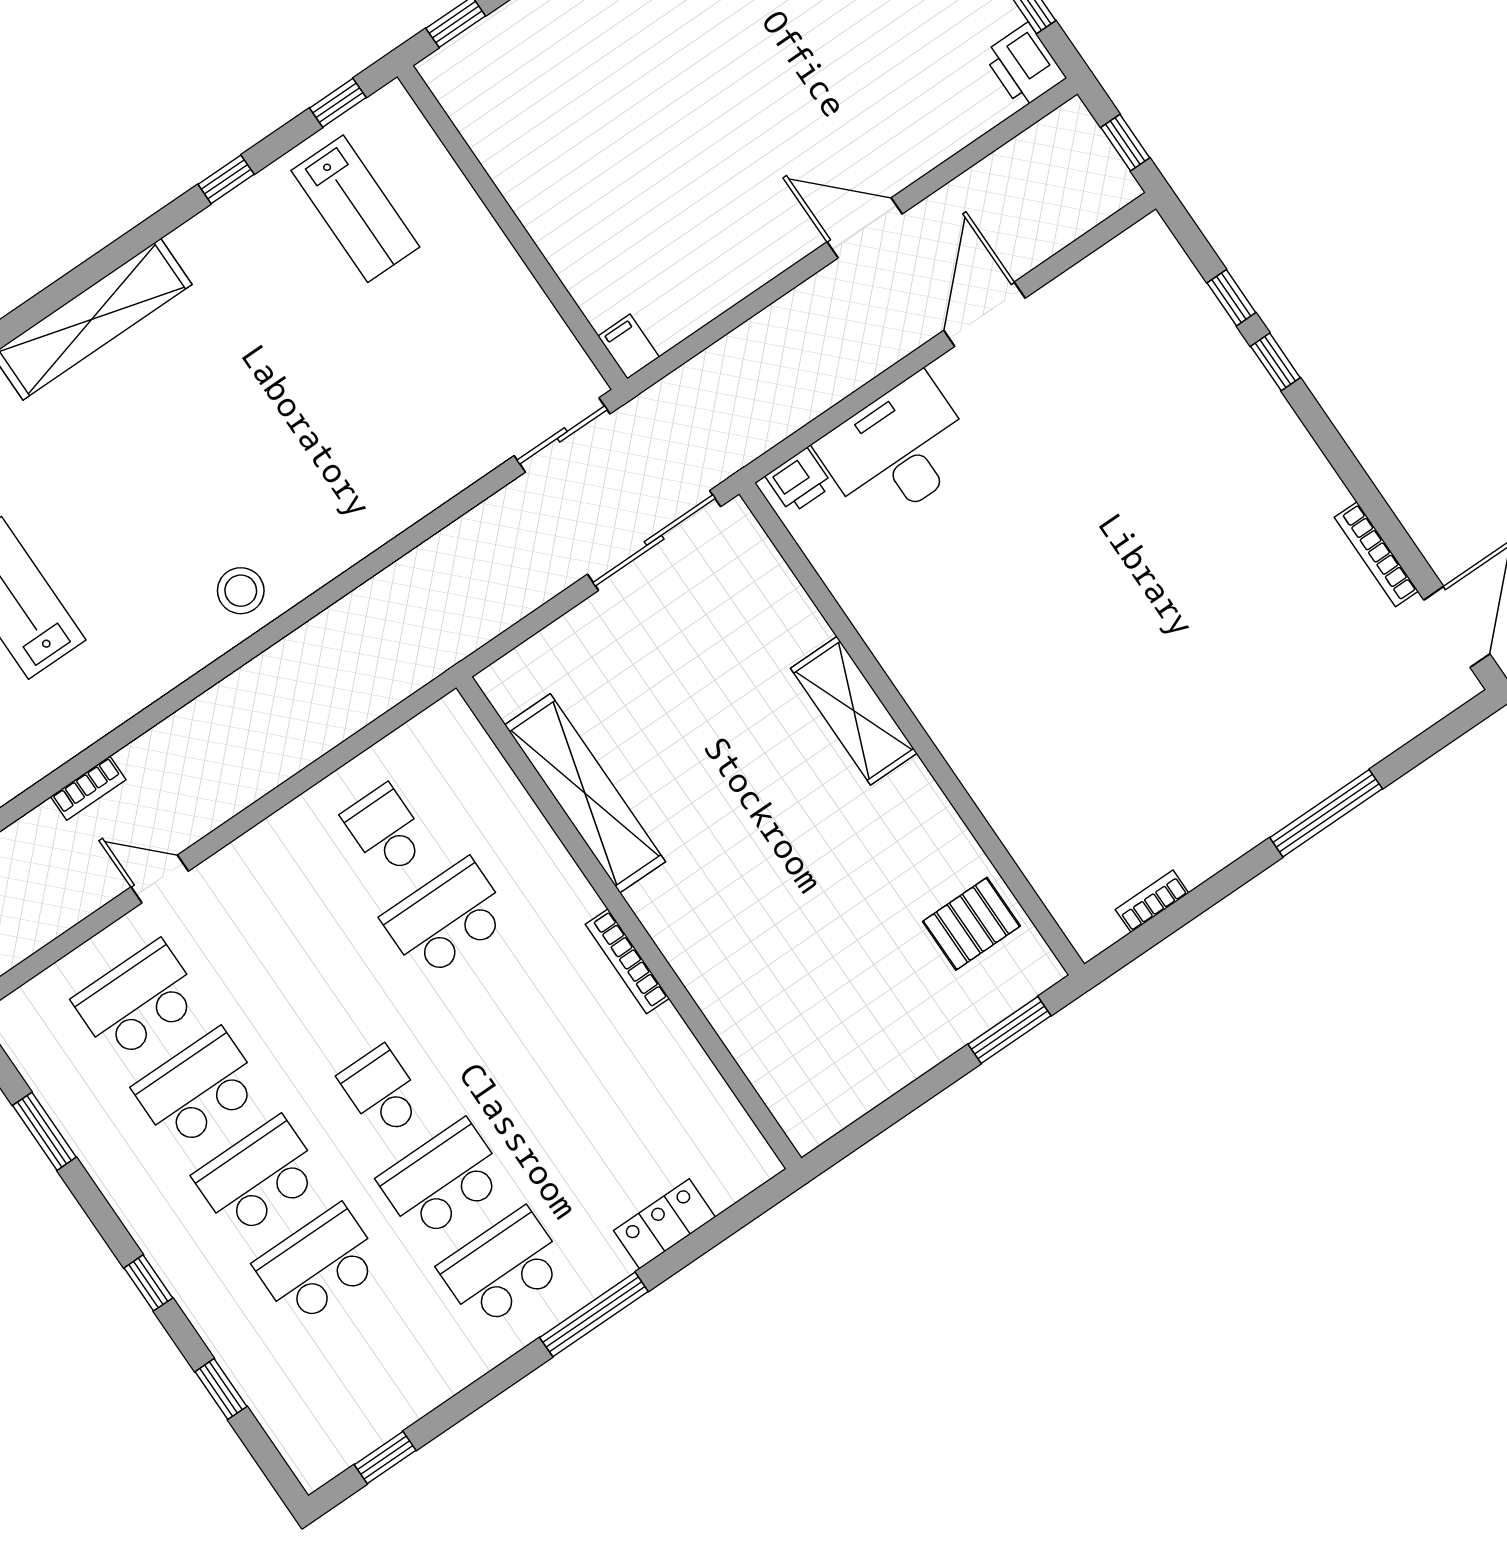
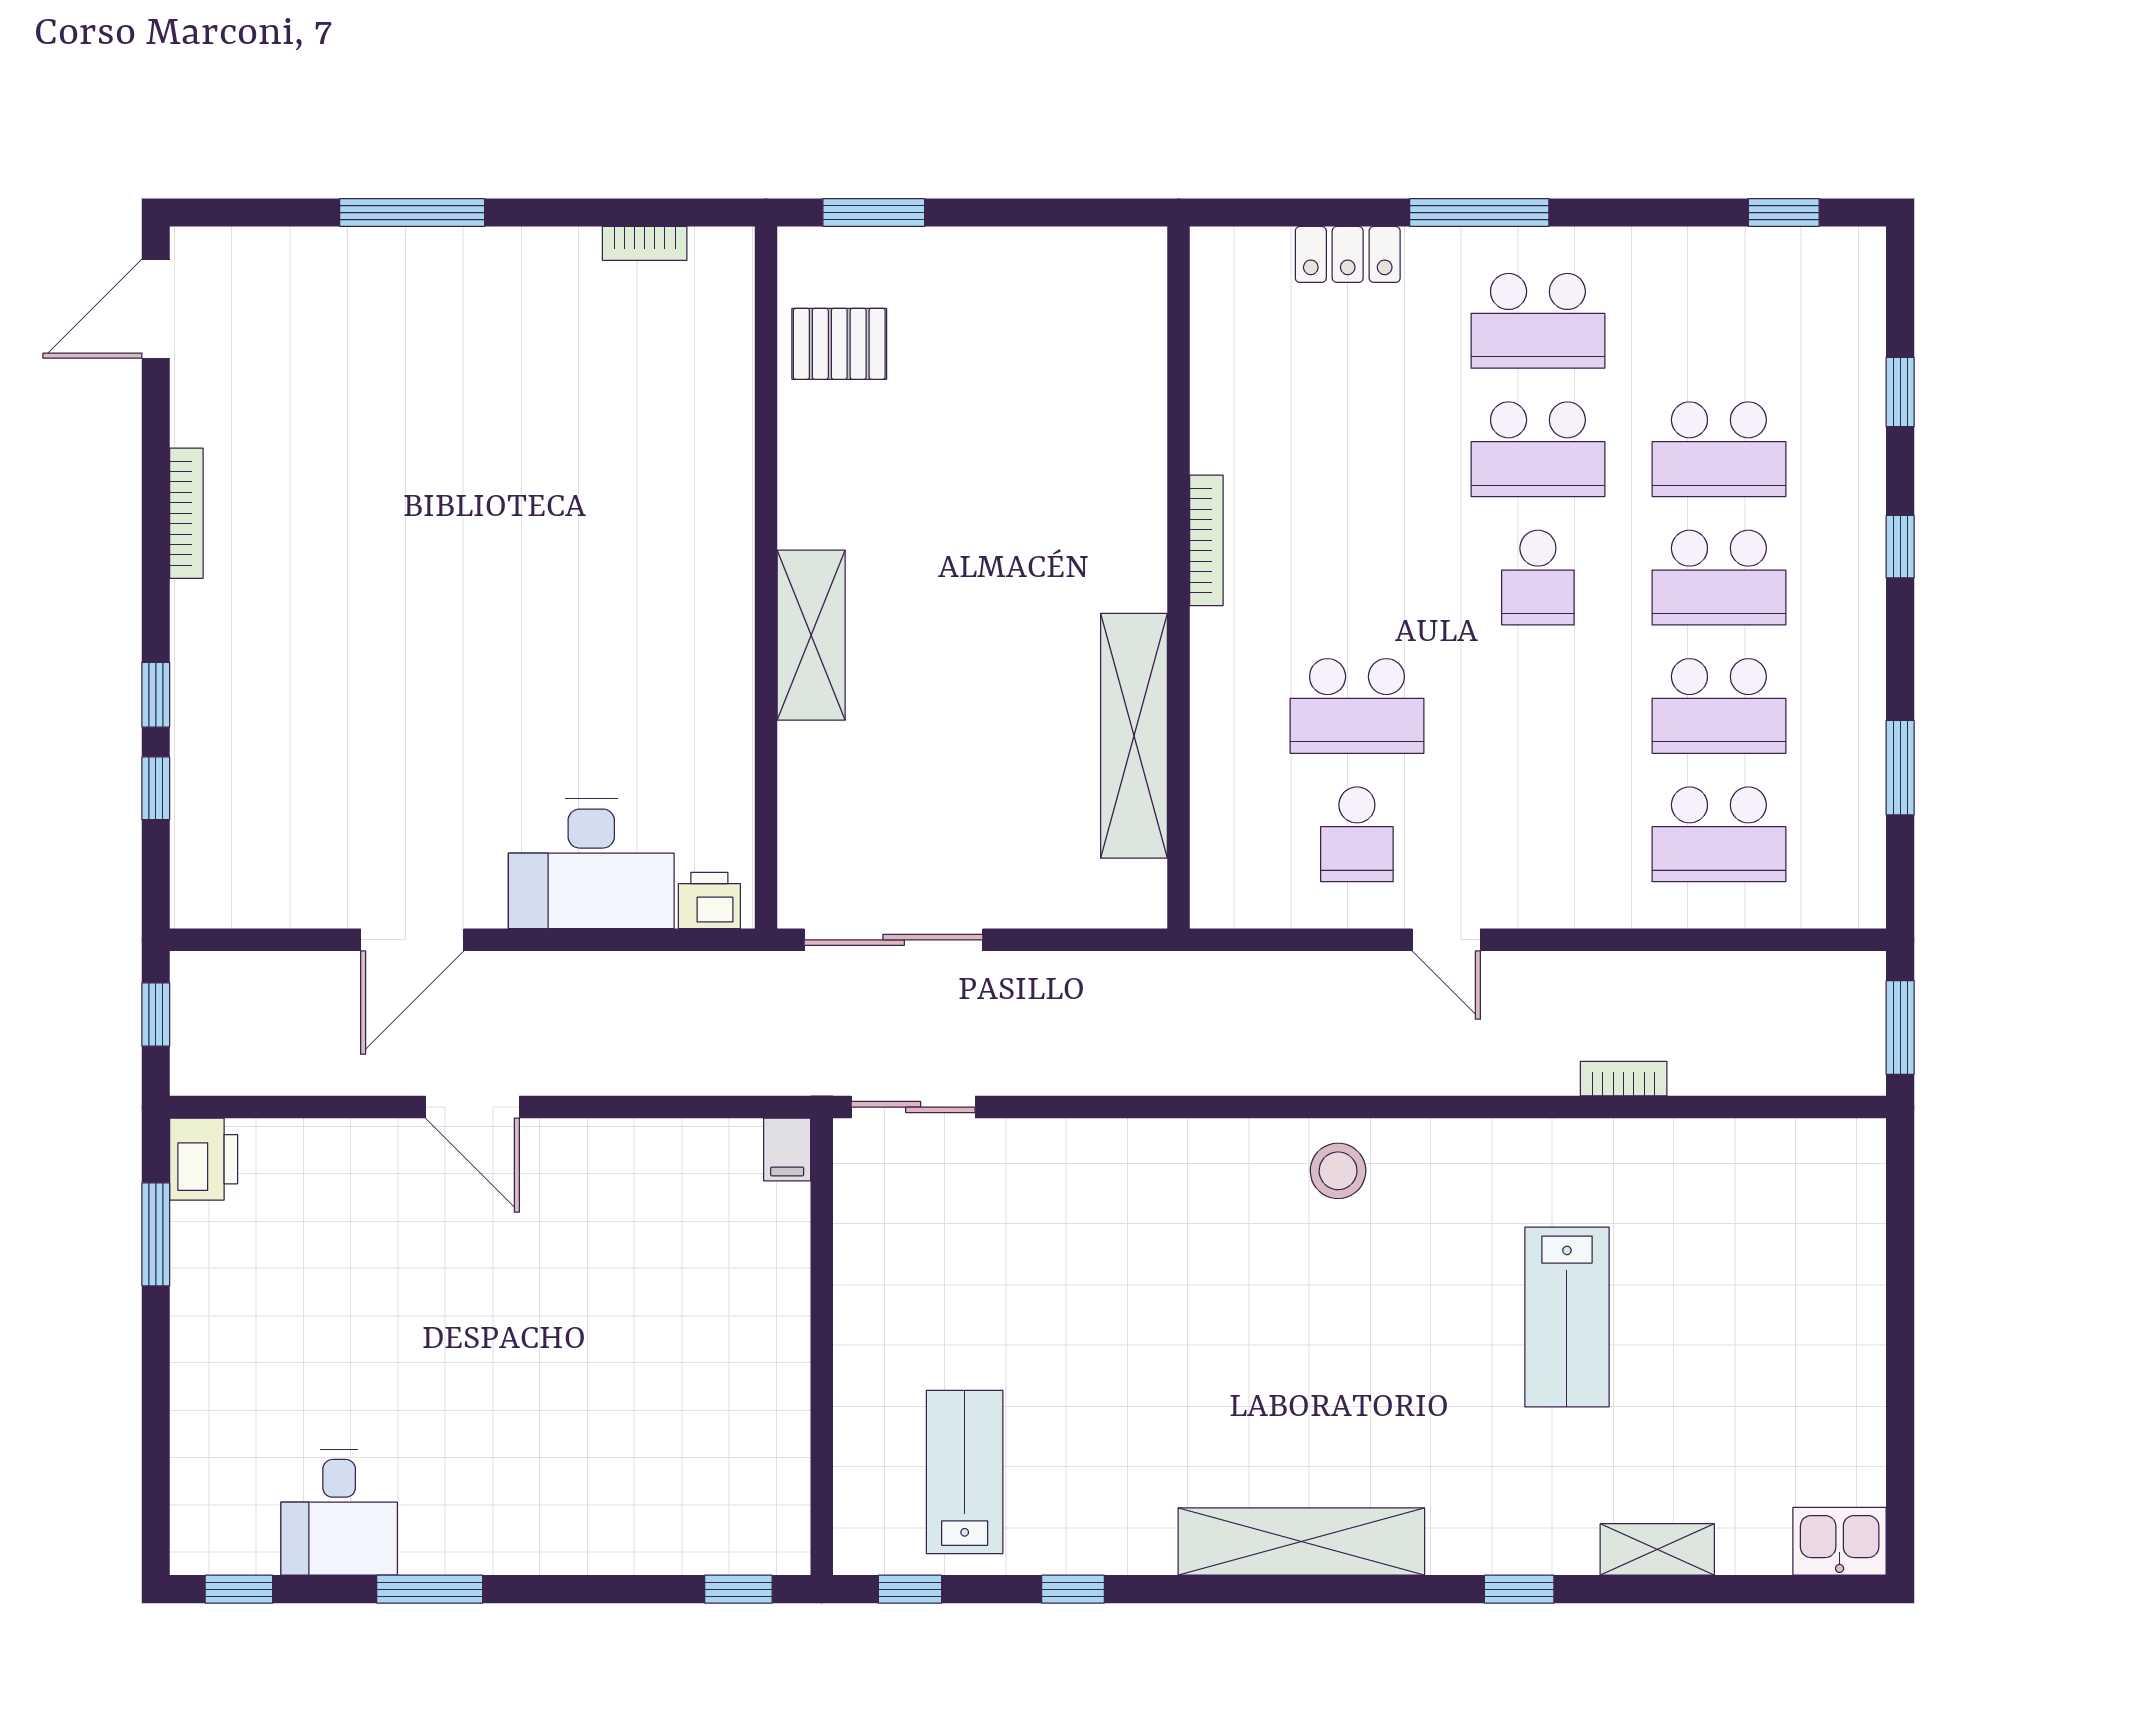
bookcase: (1376, 554) -> (186, 513), moved
door: (160, 879) -> (1446, 940), moved

